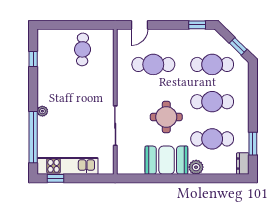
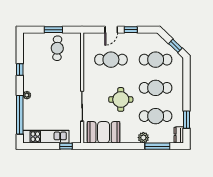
window: (78, 25) -> (53, 30), added
door: (140, 25) -> (111, 30), moved
window: (197, 25) -> (131, 30), moved
window: (33, 59) -> (20, 69), moved
booth: (166, 160) -> (104, 132), moved
window: (56, 178) -> (66, 146), moved
window: (215, 178) -> (157, 146), added

